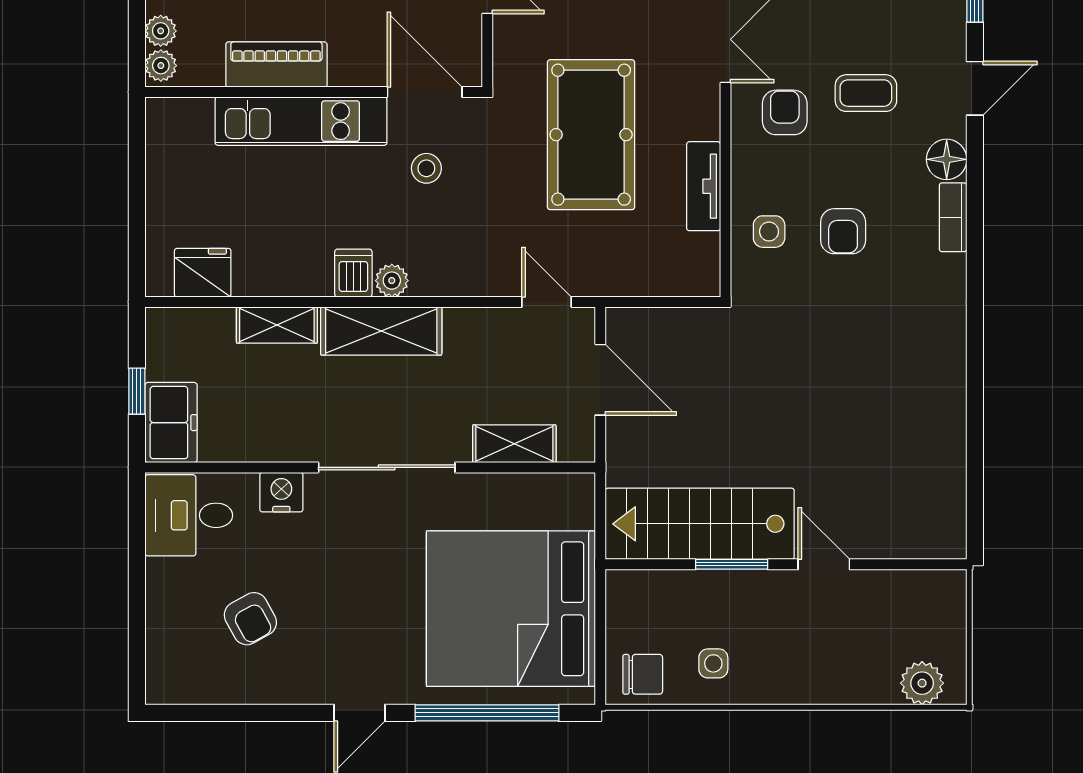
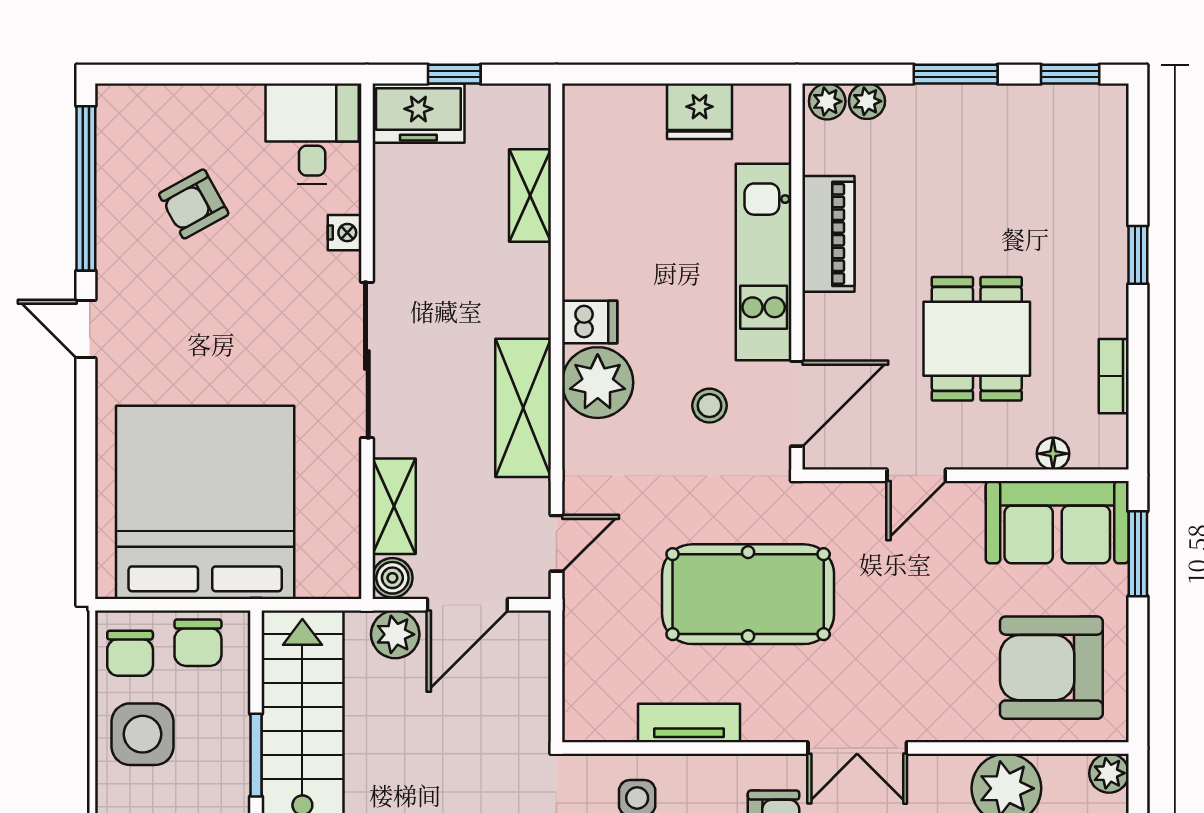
fridge: (203, 273) -> (700, 111), moved, turned 90
plant: (392, 281) -> (598, 383), width x1.87, depth x1.87
shelving: (277, 325) -> (530, 195), moved
shelving: (381, 331) -> (523, 408), moved
plant: (626, 443) -> (395, 634), added
boiler: (577, 445) -> (392, 578), added
nightstand: (281, 492) -> (345, 233), width x0.72, depth x0.74
chair: (633, 615) -> (198, 643), added
side table: (713, 663) -> (143, 734), width x1.87, depth x1.87
window: (487, 713) -> (86, 188), moved

